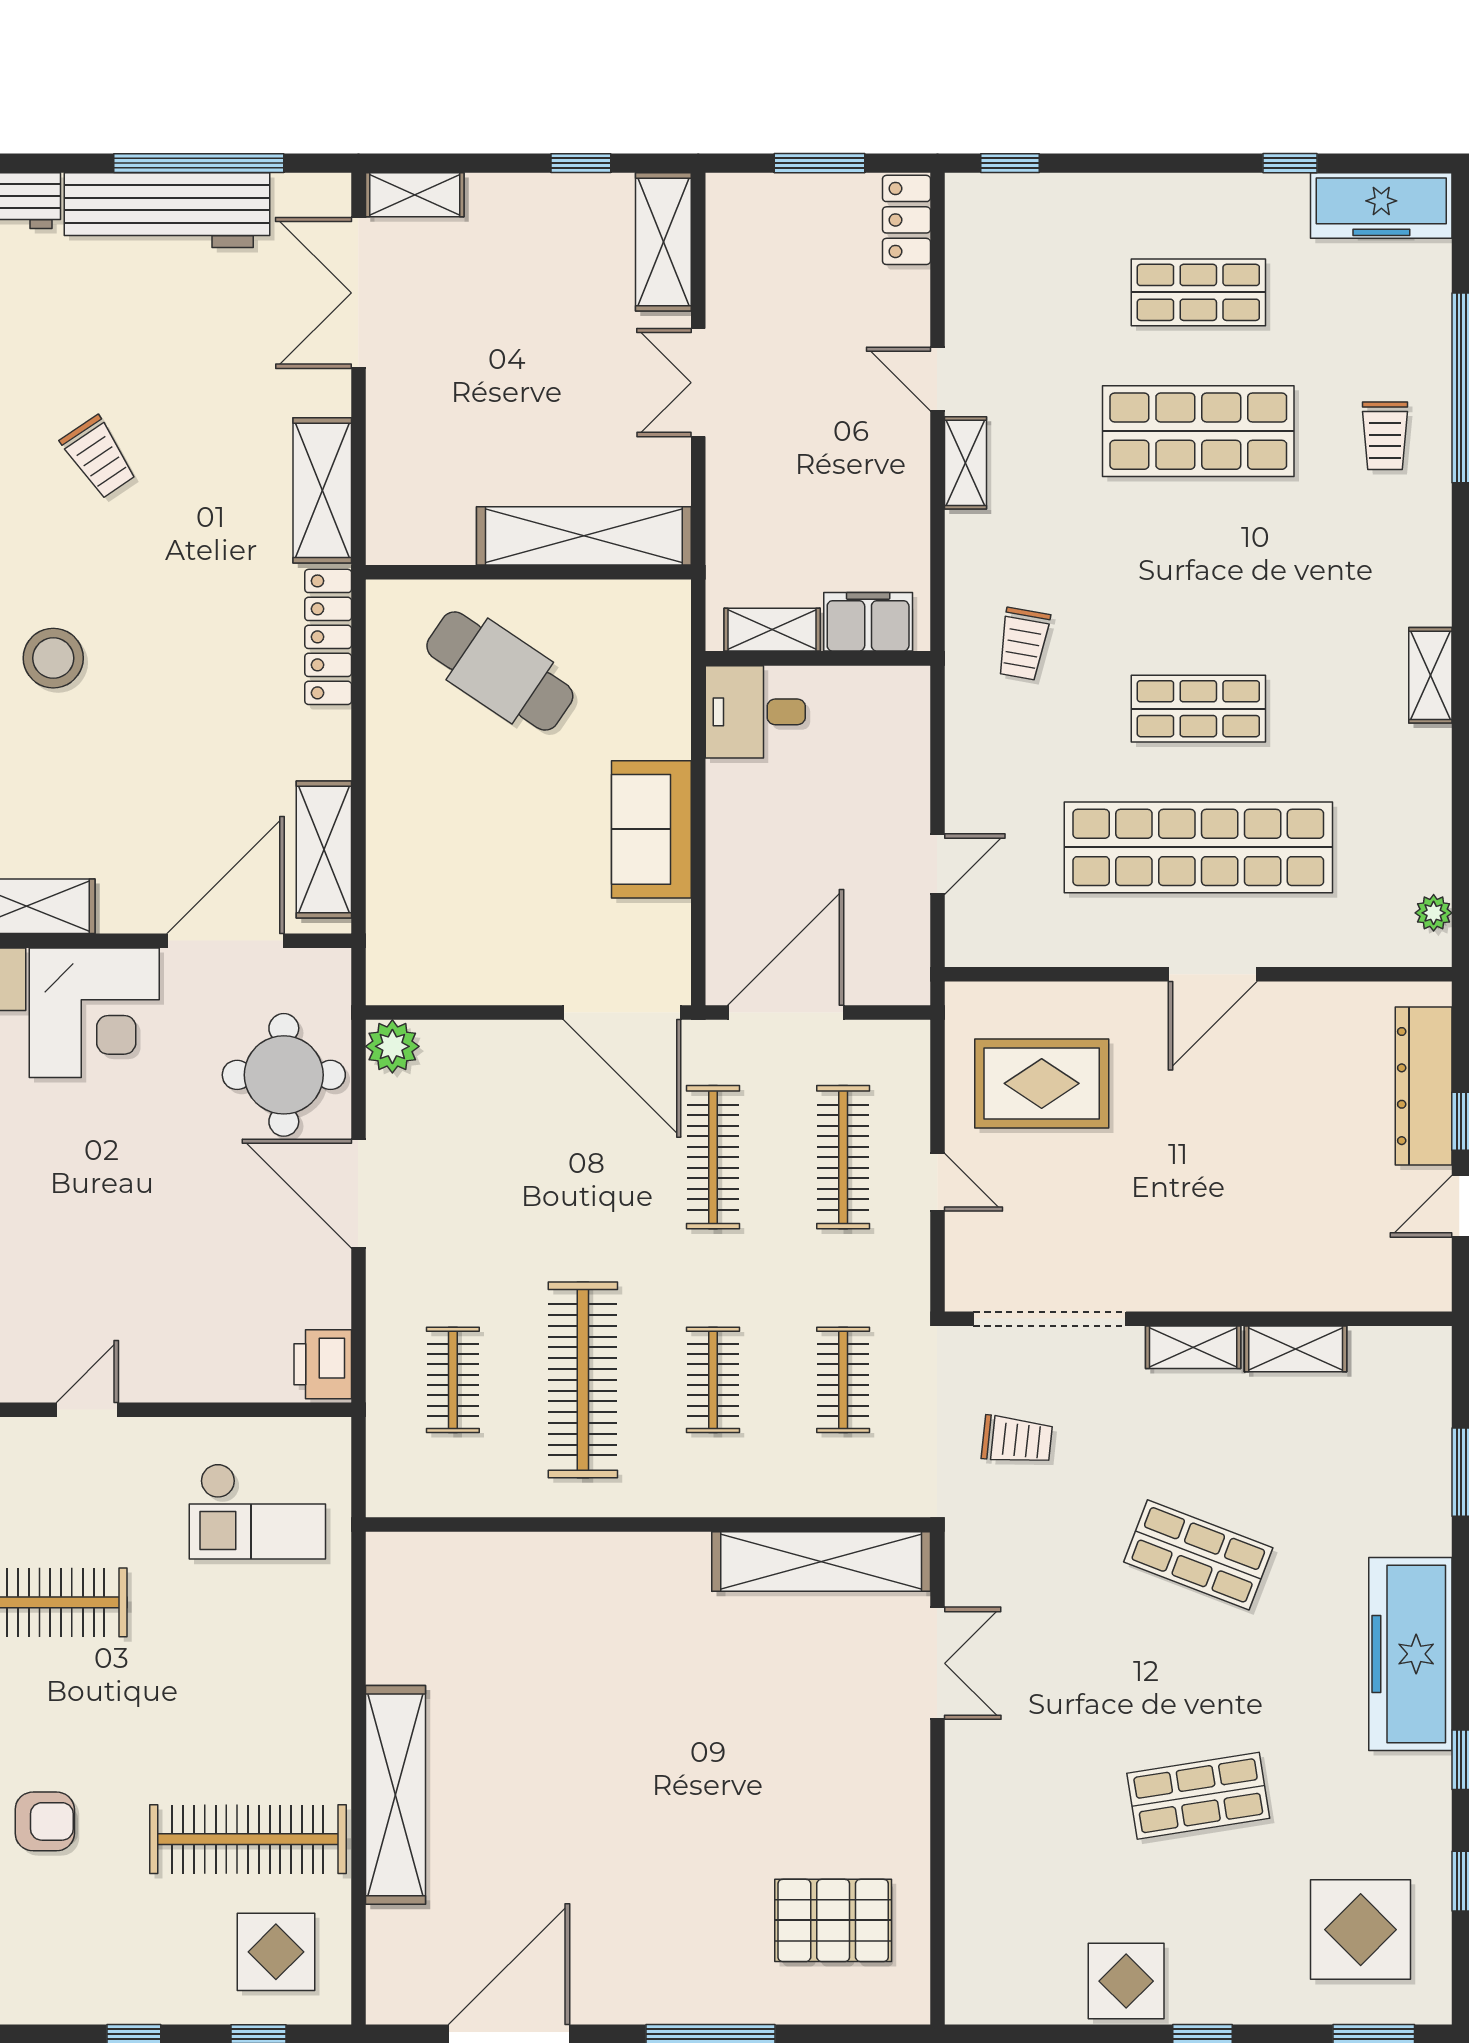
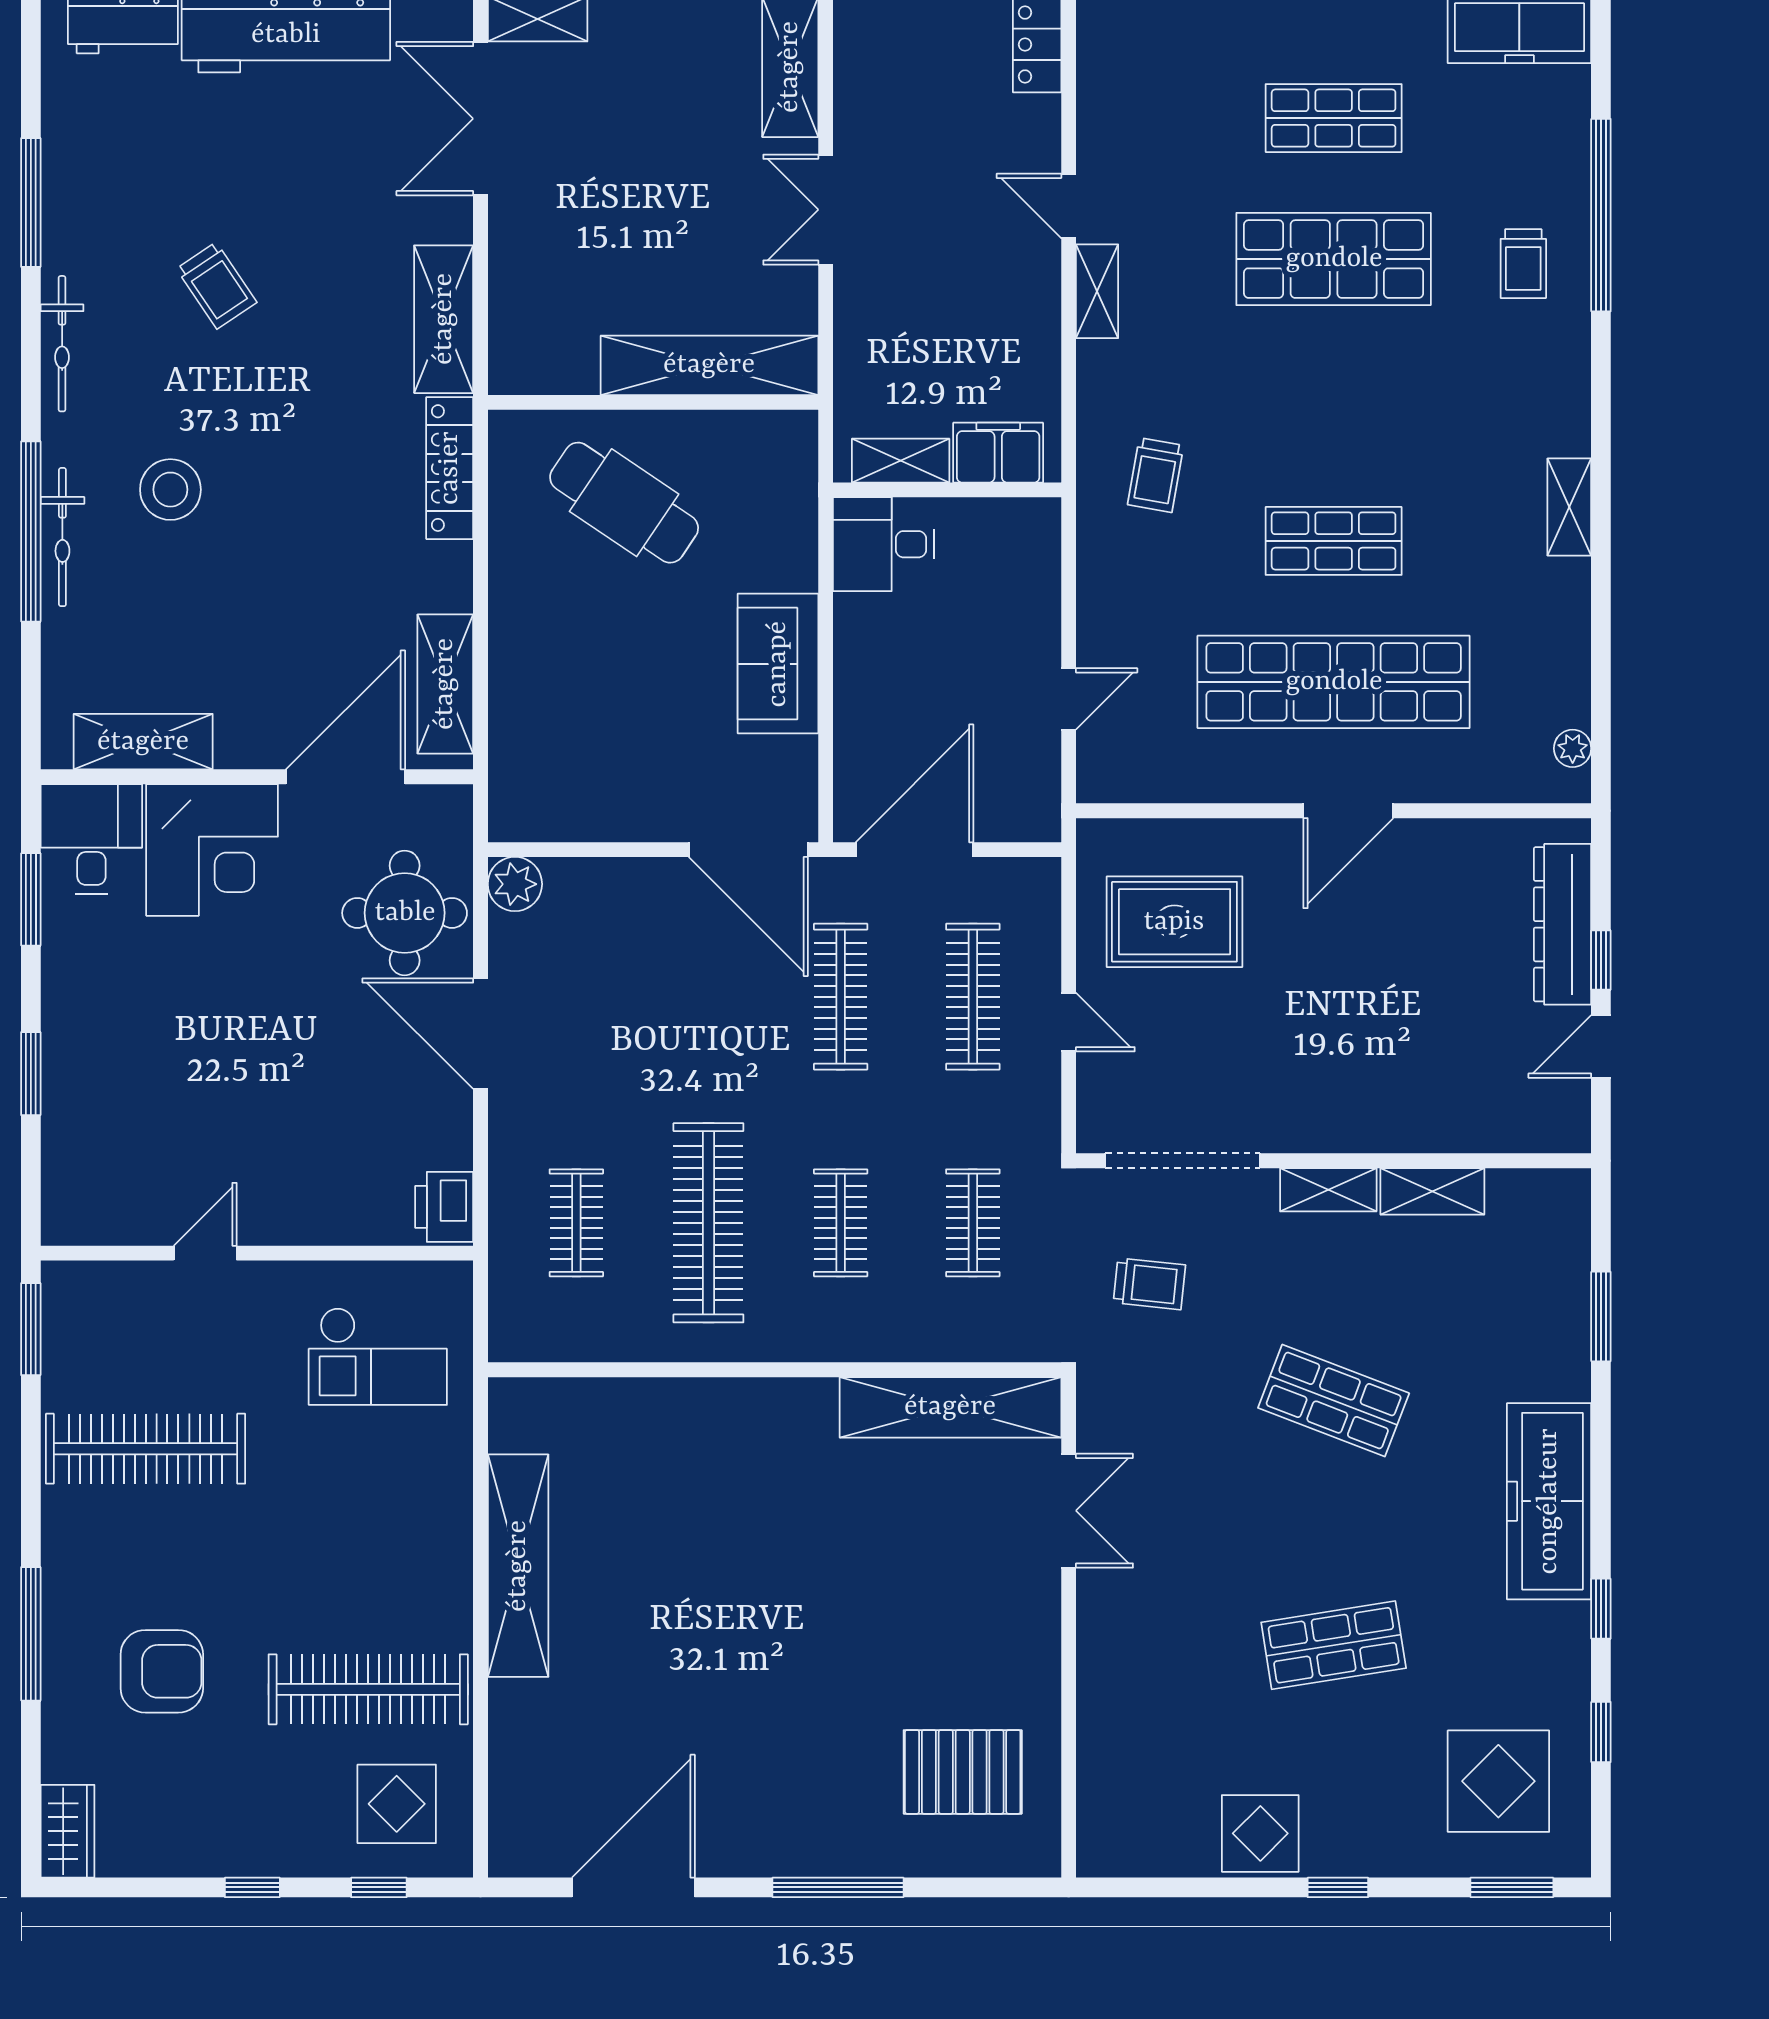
shelving: (396, 1795) -> (518, 1566), moved
armchair: (45, 1821) -> (162, 1671), width x1.38, depth x1.38

